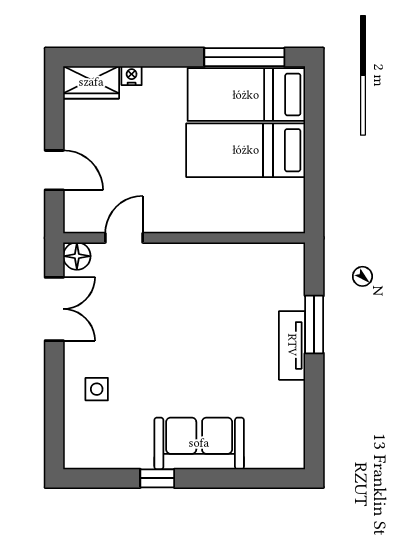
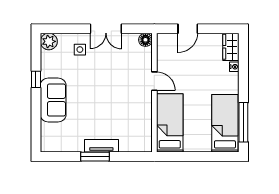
bed: (246, 150) -> (170, 123), moved
door: (124, 238) -> (154, 81), moved
double door: (54, 309) -> (106, 29), moved
window: (314, 325) -> (95, 157), moved
plant: (80, 452) -> (49, 41), added

